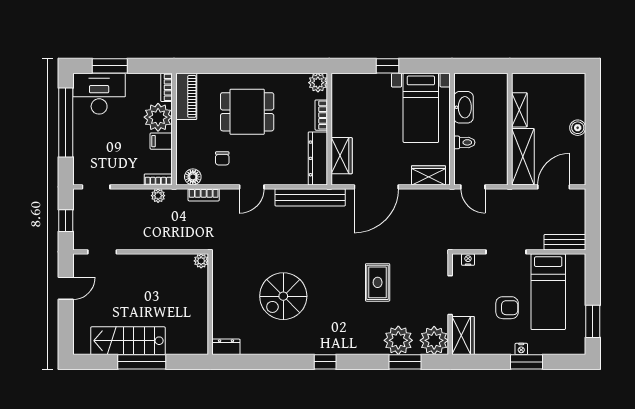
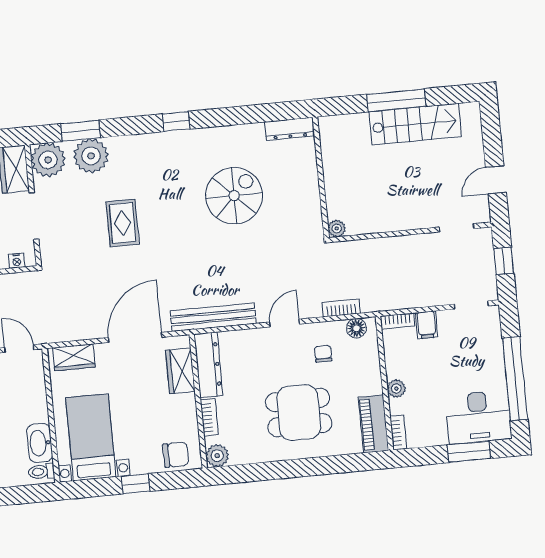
chair: (352, 87) -> (176, 455), added
plant: (158, 117) -> (396, 389), width x0.53, depth x0.53
filing cabinet: (161, 141) -> (427, 325), moved, turned 90
toilet: (464, 142) -> (41, 472), moved
plant: (158, 196) -> (396, 302), removed
dresser: (226, 347) -> (290, 129), width x1.44

